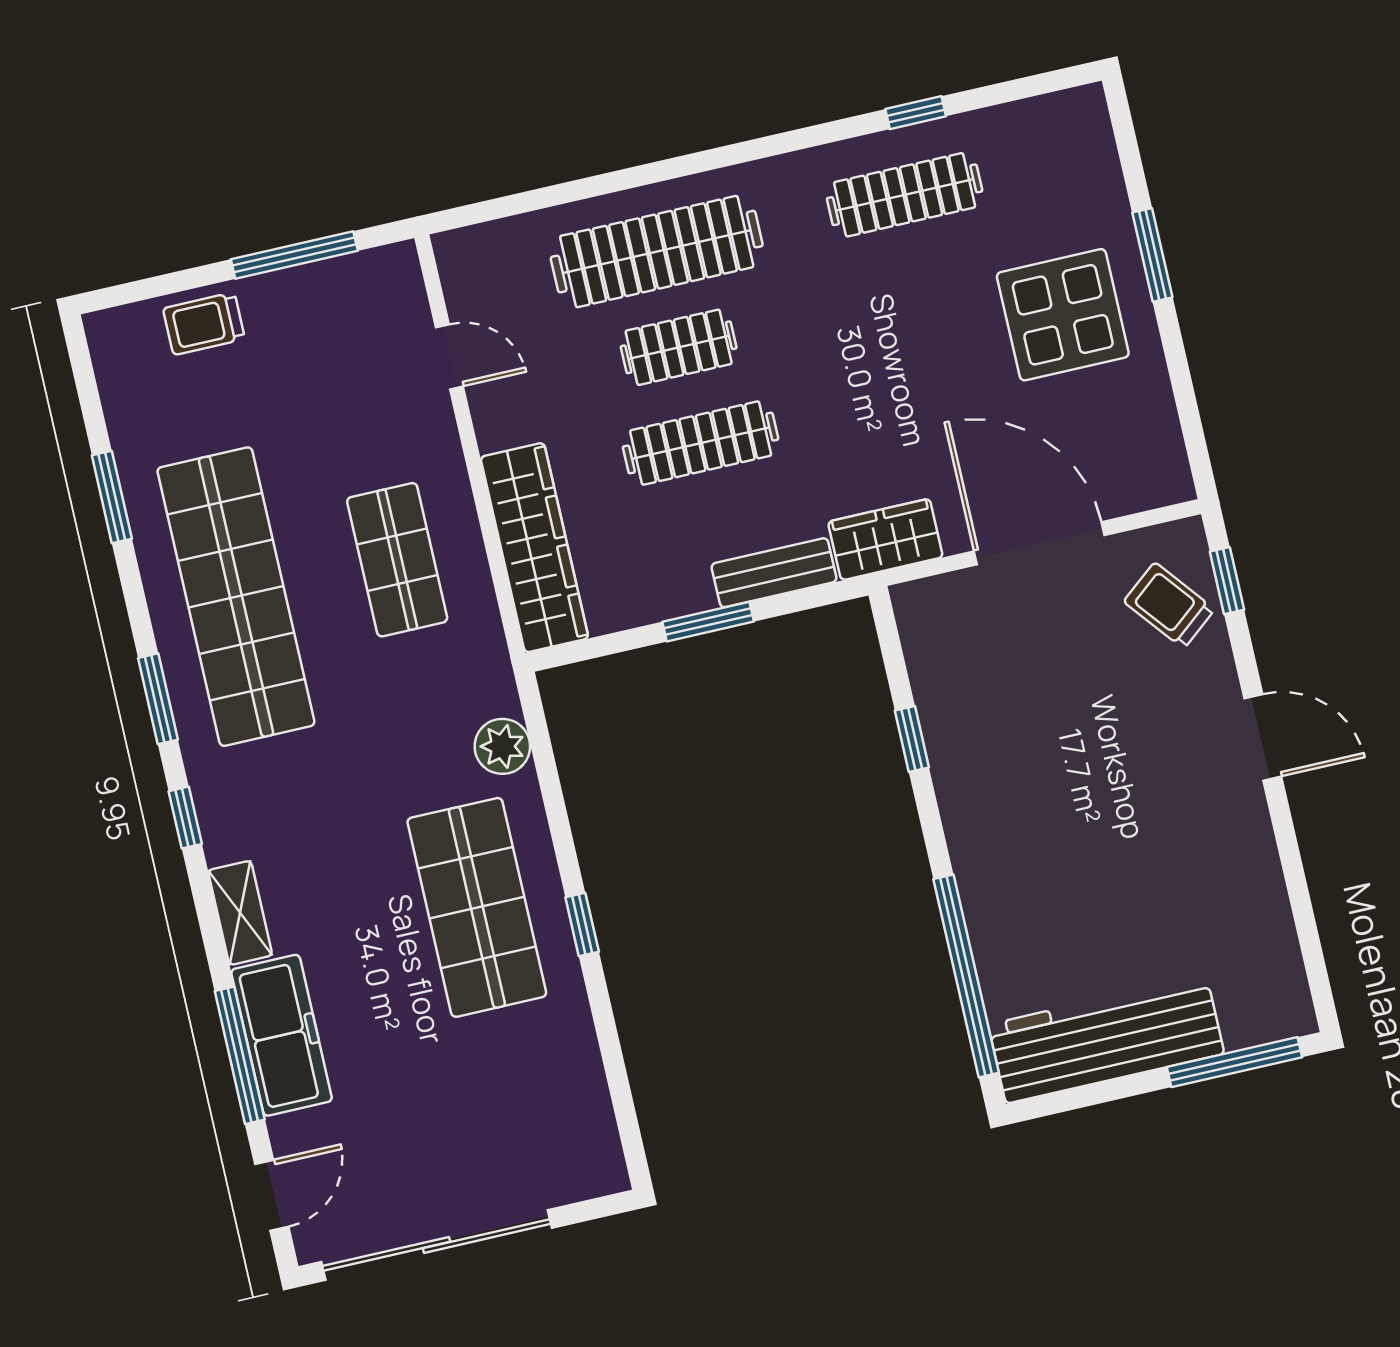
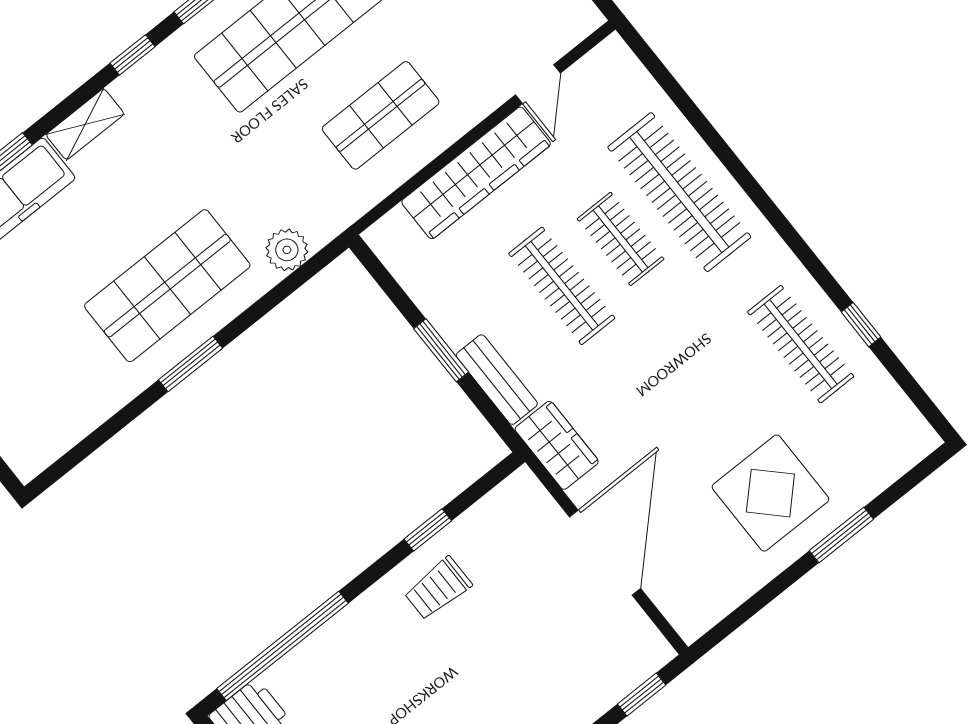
wardrobe: (534, 548) -> (476, 173), moved
trolley: (1169, 605) -> (438, 588), moved, turned -141
window: (582, 924) -> (190, 364), width x1.50

